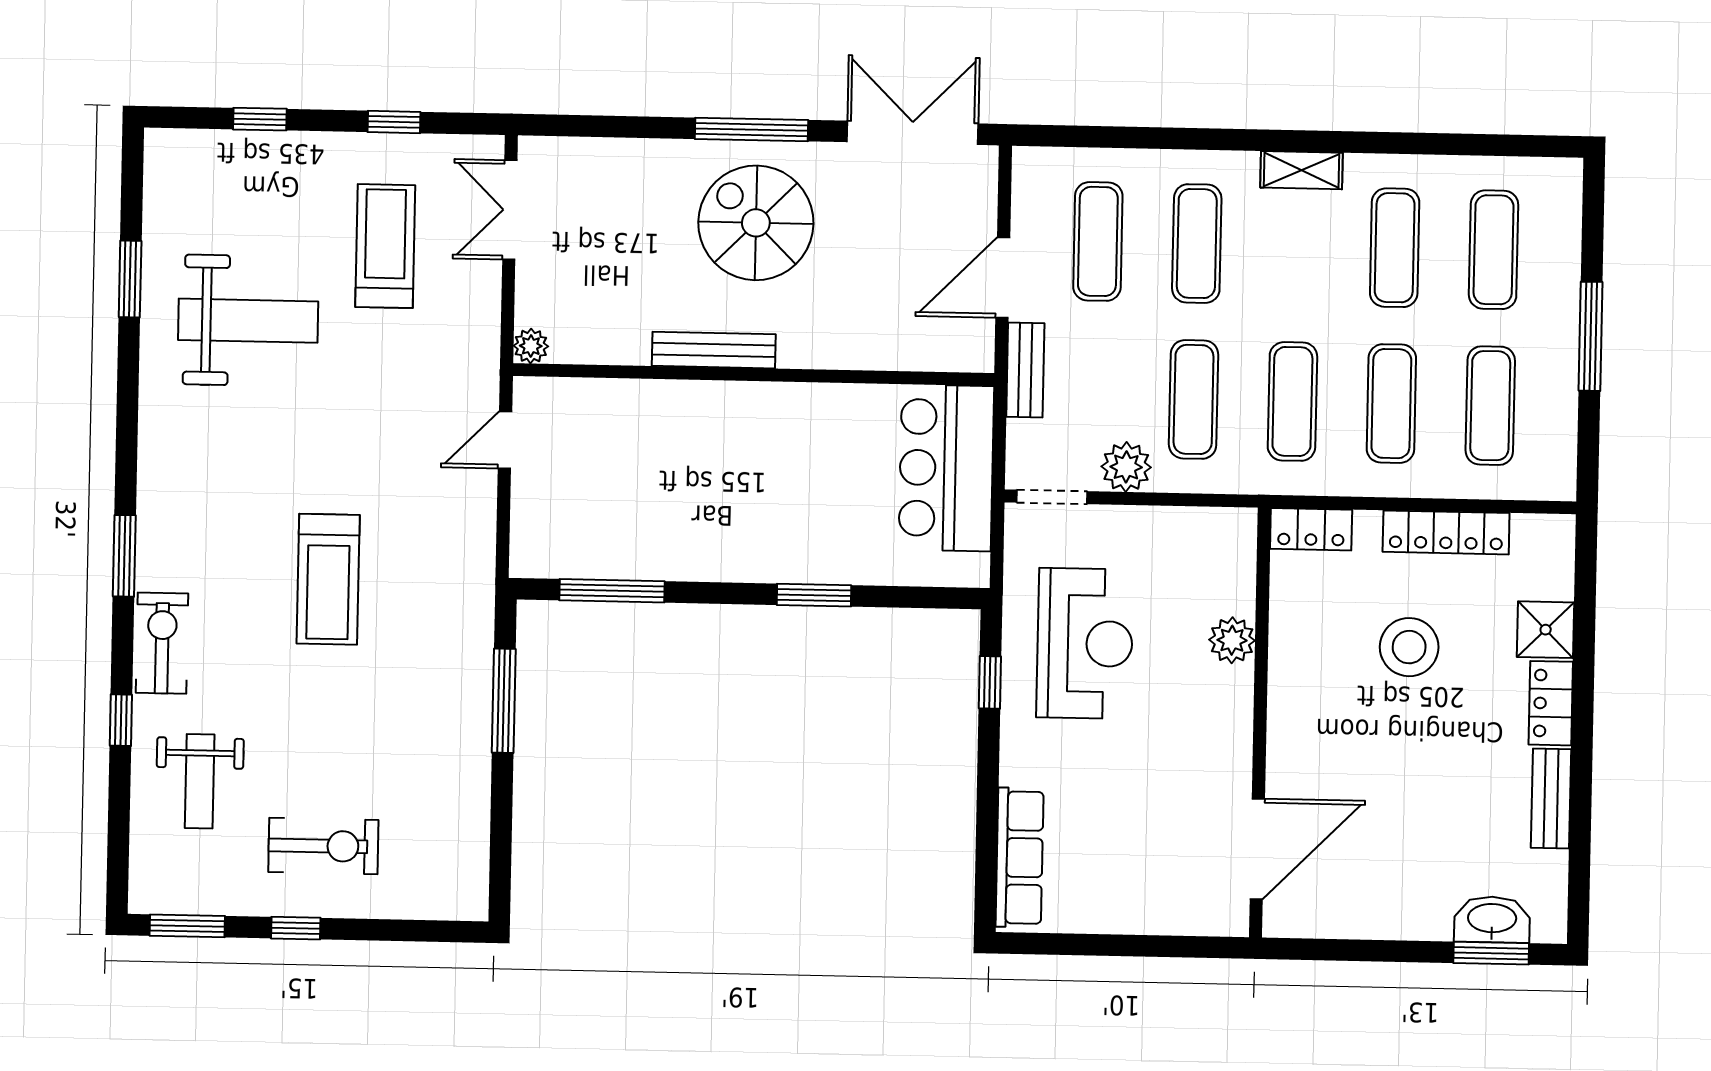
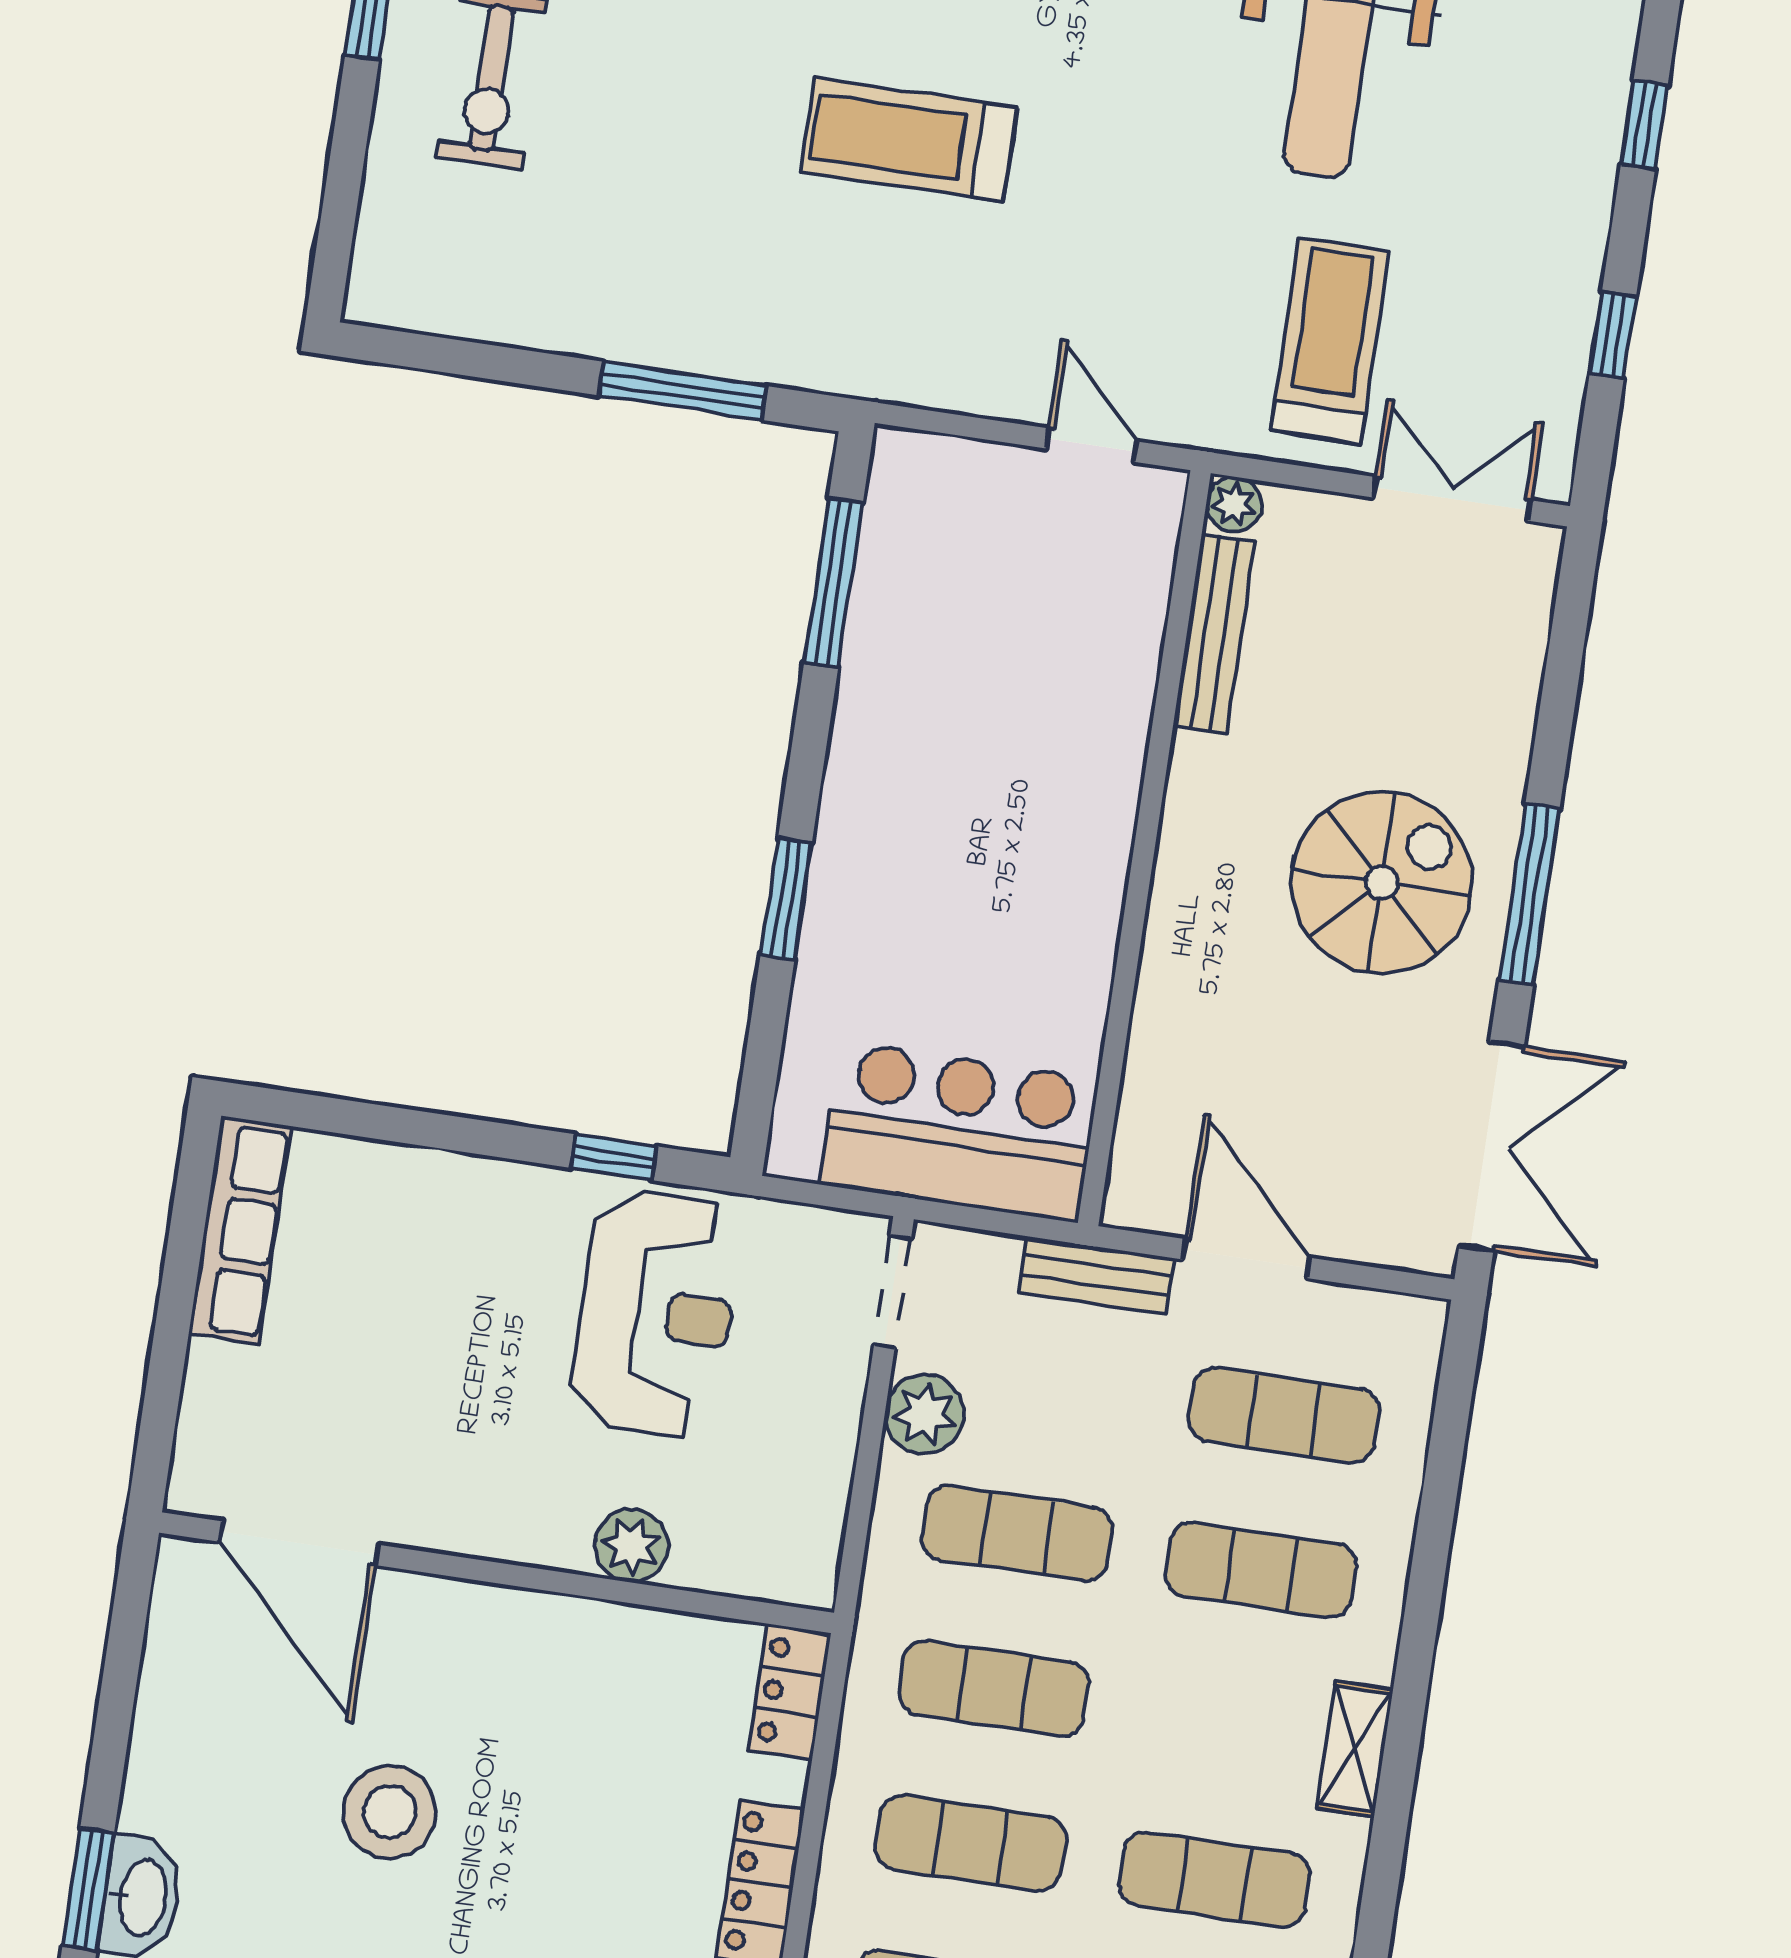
treadmill: (385, 246) -> (1330, 341), moved, turned -90
bench: (714, 350) -> (1214, 633), moved
reception desk: (1085, 643) -> (656, 1314), turned -90
stool: (1409, 647) -> (390, 1812), moved
row of seats: (1020, 857) -> (240, 1230), moved, turned -90

